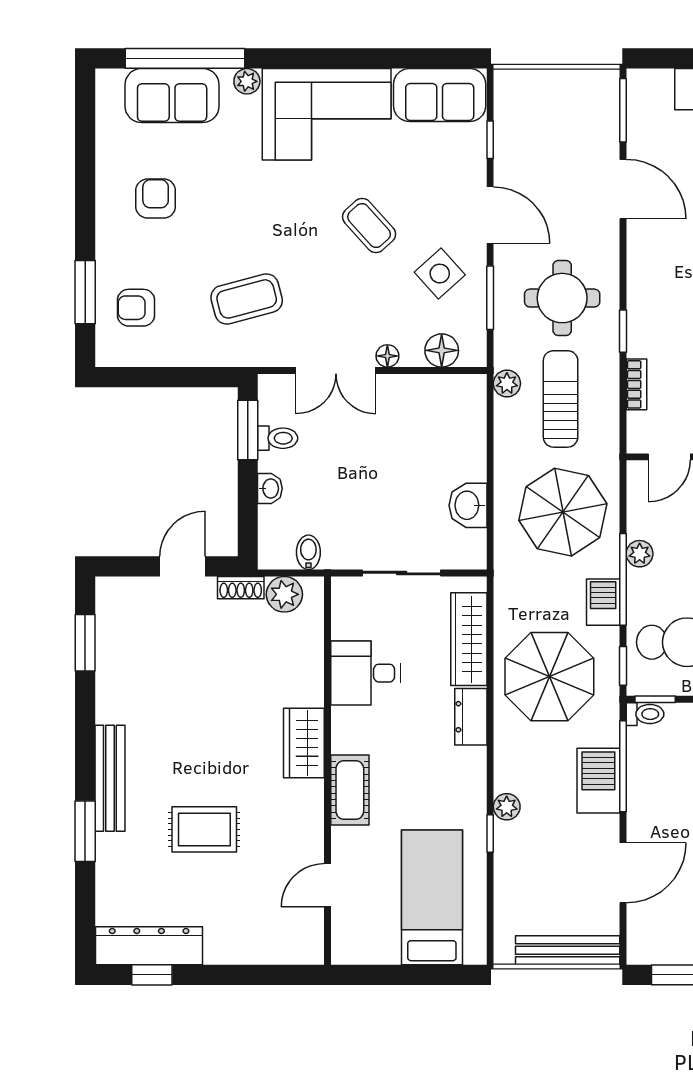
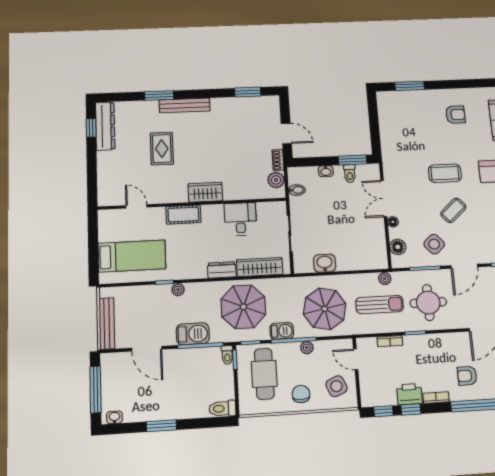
coffee table: (247, 299) -> (445, 173), moved, turned -75
armchair: (136, 308) -> (405, 108), removed

